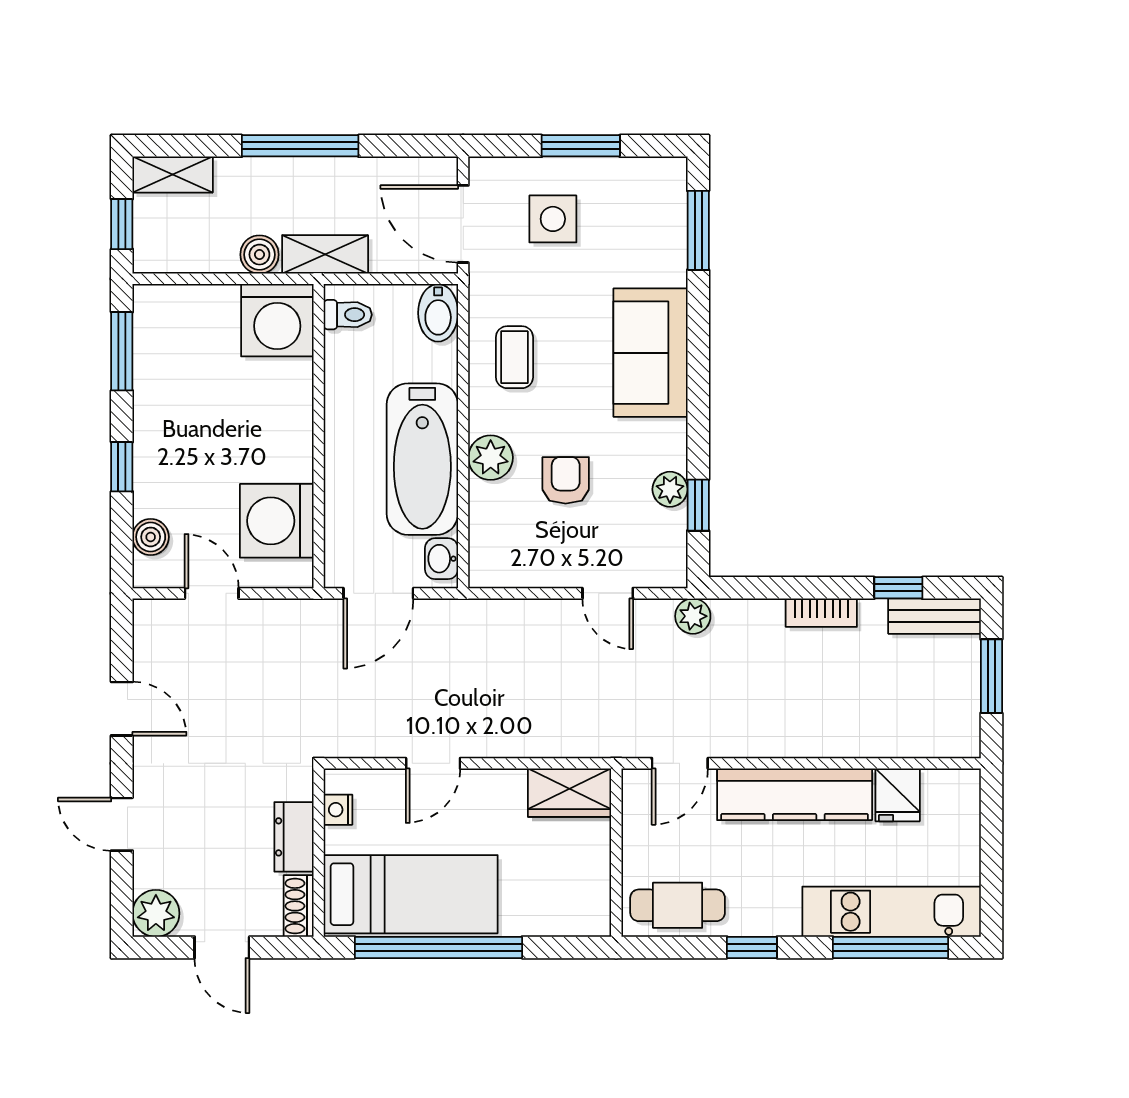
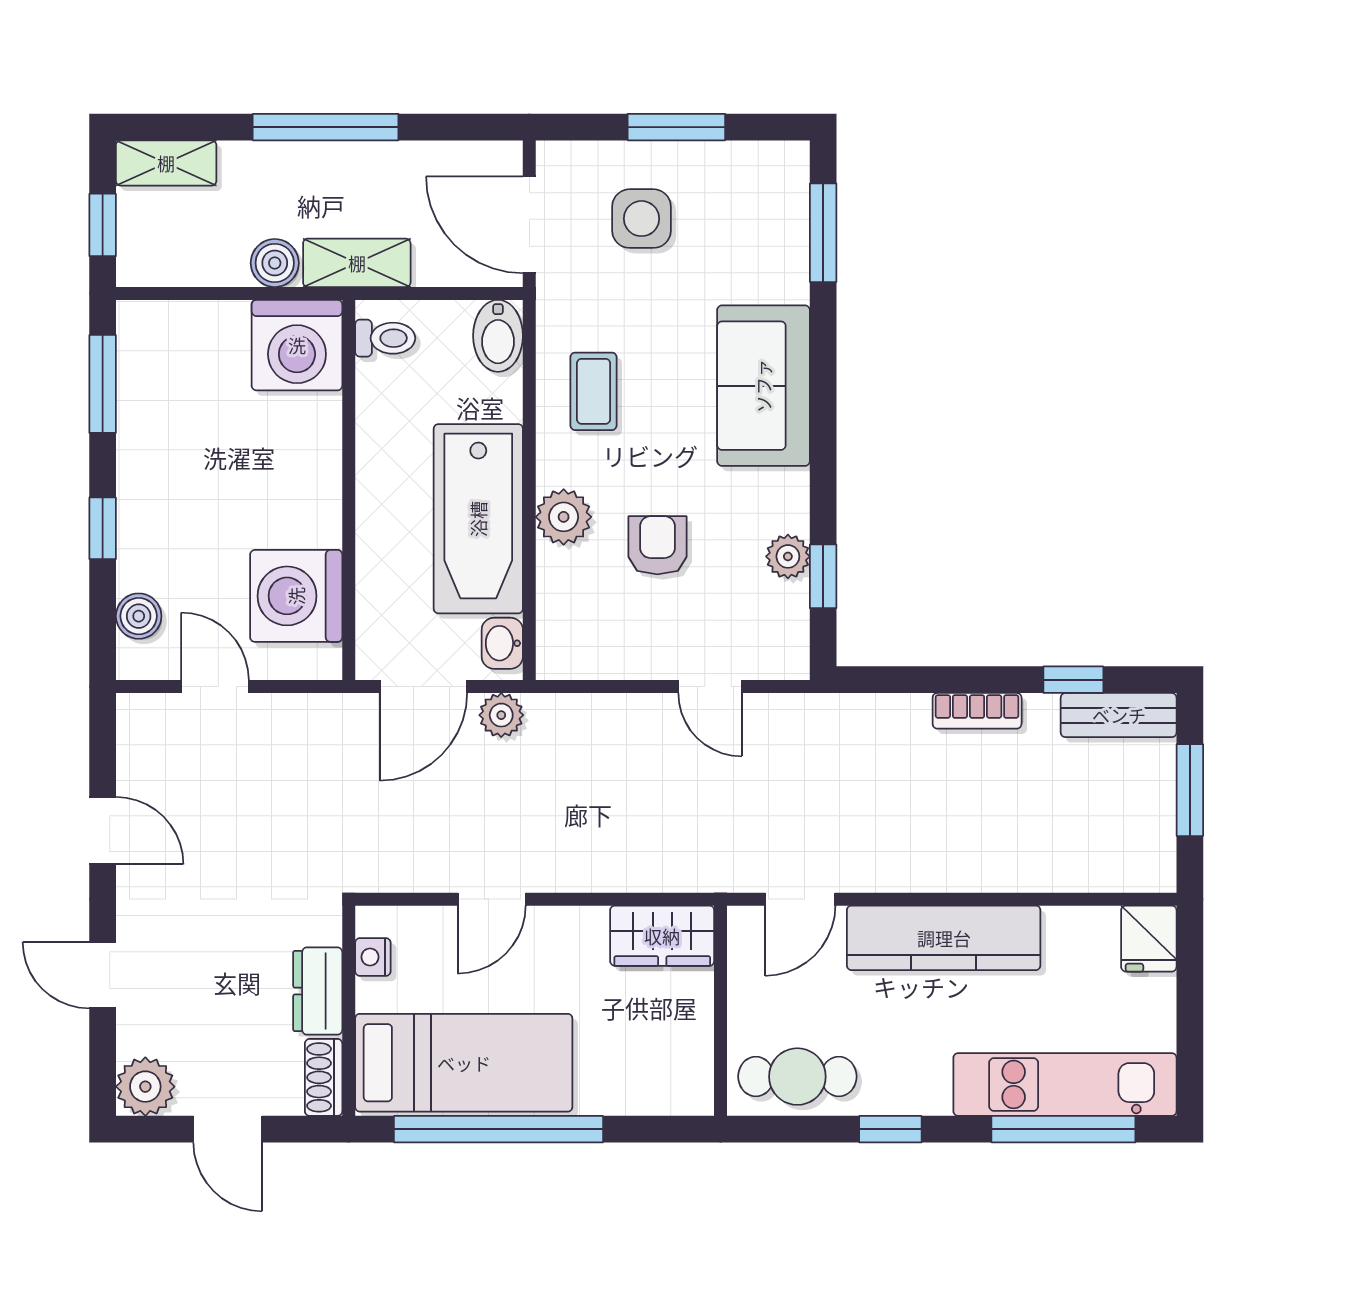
plant: (693, 616) -> (501, 715), moved
fridge: (898, 795) -> (1149, 939), moved

